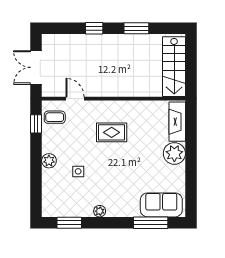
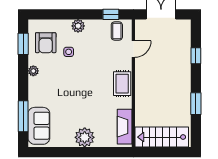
window: (94, 28) -> (196, 56), moved
fireplace: (177, 122) -> (125, 127), moved, turned -90
rug: (112, 132) -> (122, 84), moved
armchair: (68, 197) -> (46, 43), added

